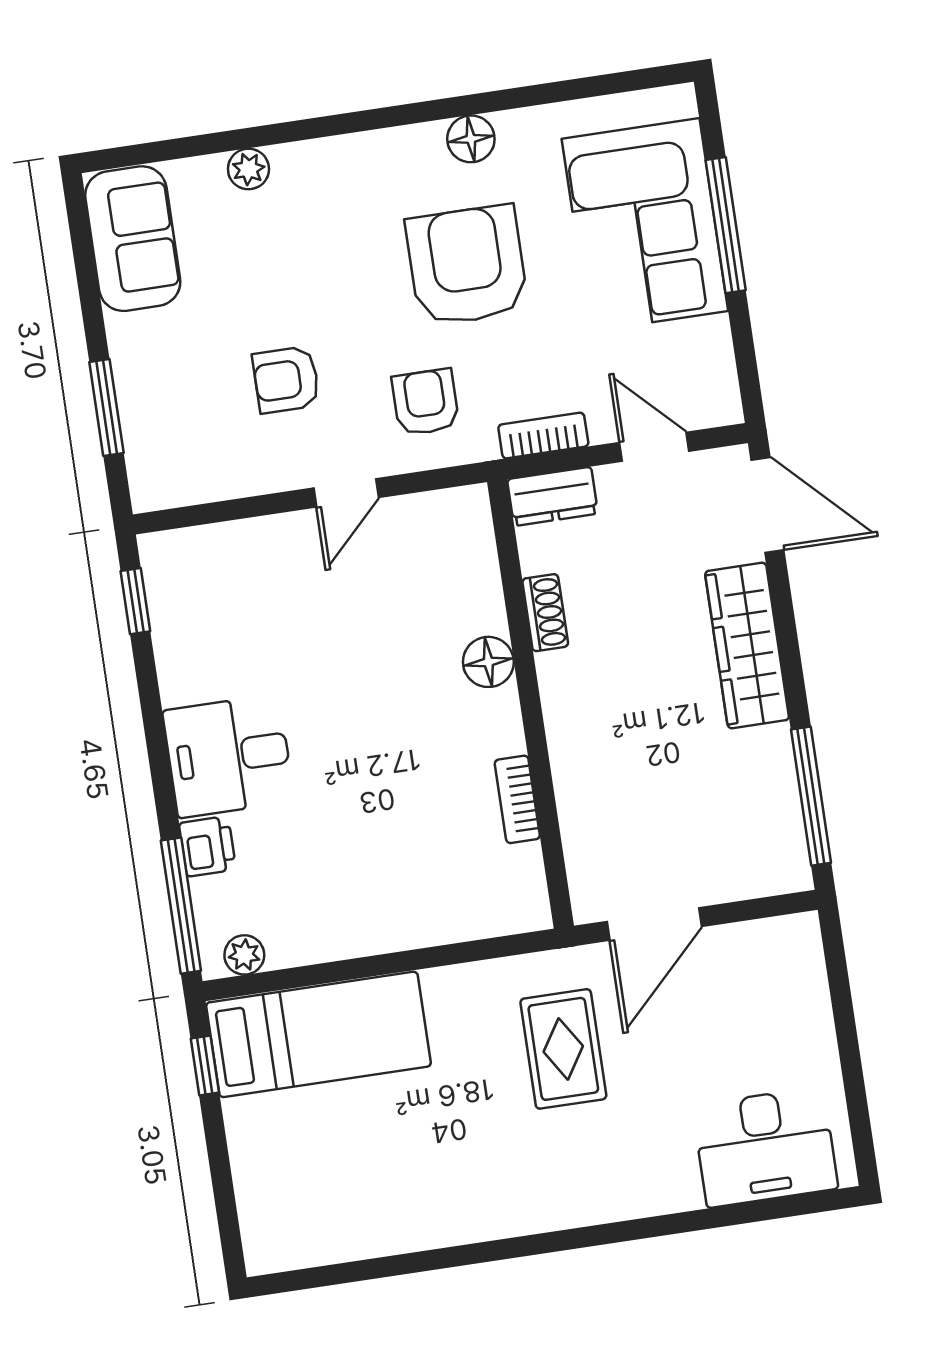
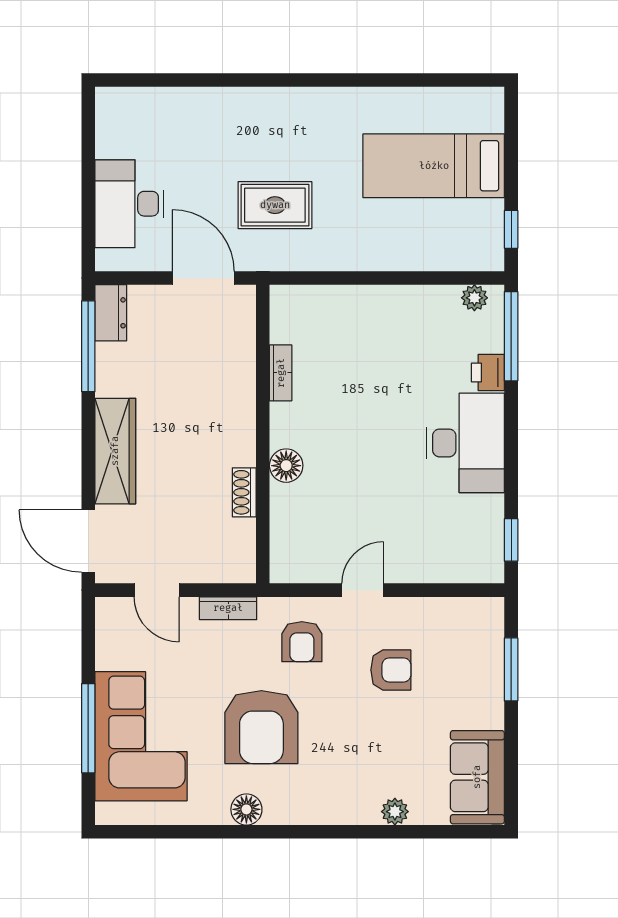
dresser: (553, 496) -> (111, 313), moved, turned 90
desk: (229, 756) -> (465, 443), width x1.37
door: (654, 924) -> (203, 278), hinge flipped
bed: (319, 1034) -> (434, 166), moved
rug: (563, 1049) -> (275, 205), turned 90
desk: (765, 1147) -> (129, 204), moved, turned -90

